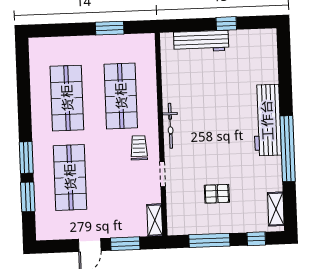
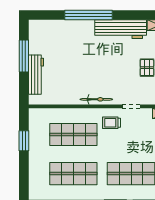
window: (226, 24) -> (24, 56), width x2.17
workbench: (267, 120) -> (121, 29), moved
window: (288, 149) -> (88, 15), moved

